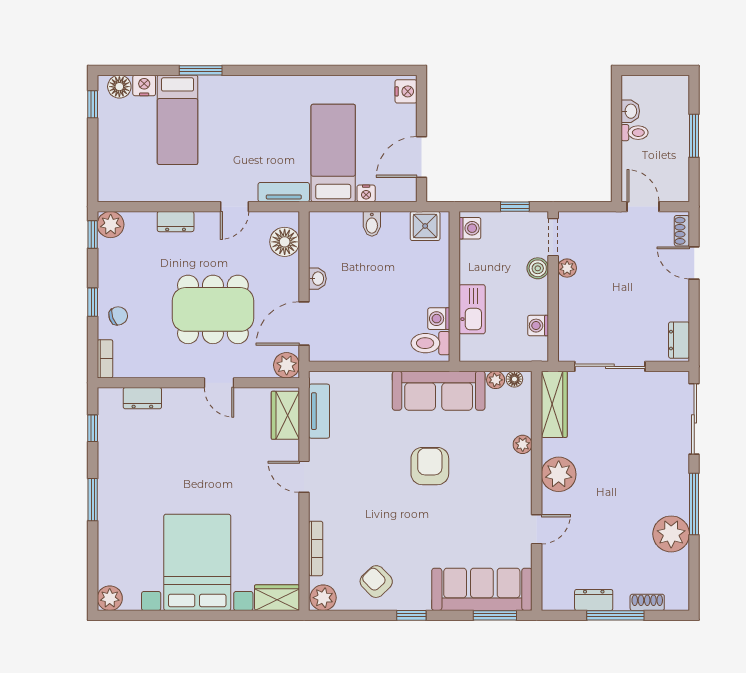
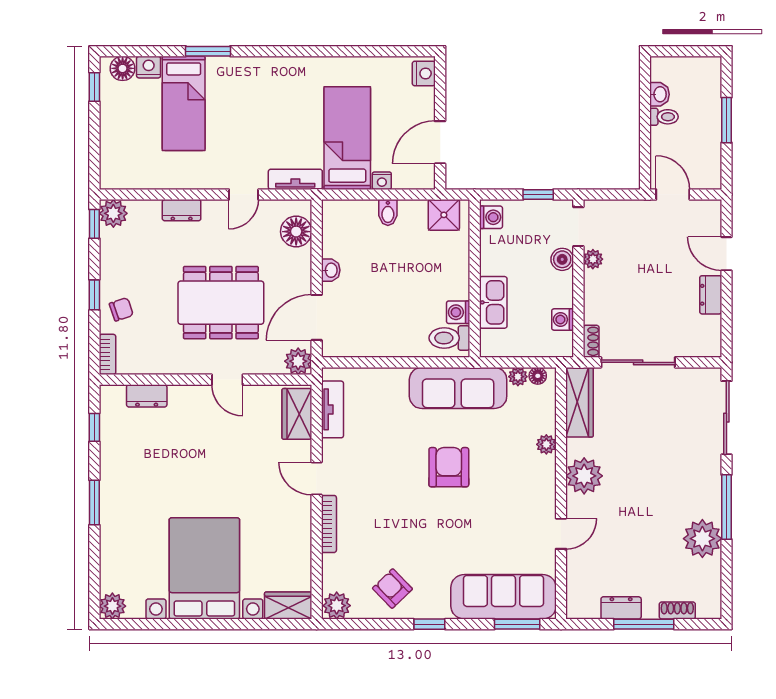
shoe rack: (682, 231) -> (591, 341), moved, turned 180
dresser: (679, 340) -> (711, 295), moved
bookcase: (316, 548) -> (329, 524), moved

